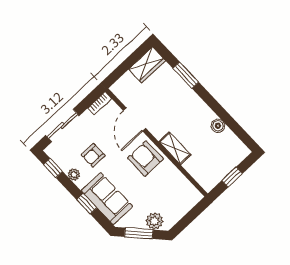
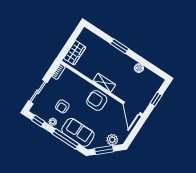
wardrobe: (147, 65) -> (75, 53), moved
window: (186, 75) -> (119, 46), moved
door: (135, 119) -> (132, 108), moved
shelving: (175, 148) -> (104, 83), moved
window: (87, 204) -> (66, 139), width x2.17

